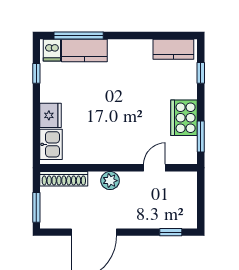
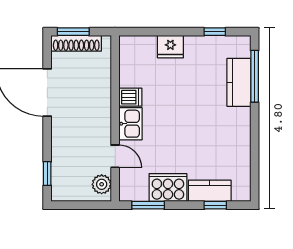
kitchen counter: (173, 49) -> (210, 191), moved, turned 90
dishwasher: (52, 50) -> (130, 97), moved, turned 180
kitchen sink: (51, 144) -> (131, 124), moved, turned -90
shoe rack: (64, 179) -> (76, 43), moved, turned -90
plant: (110, 181) -> (102, 184), moved

